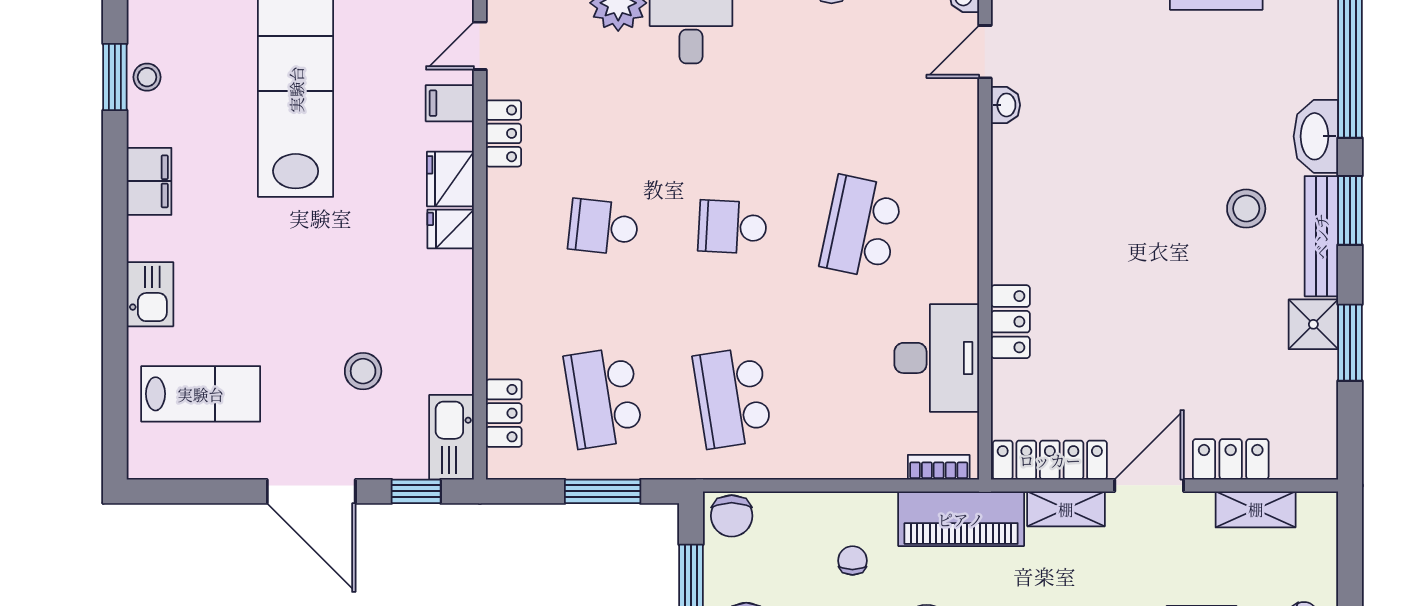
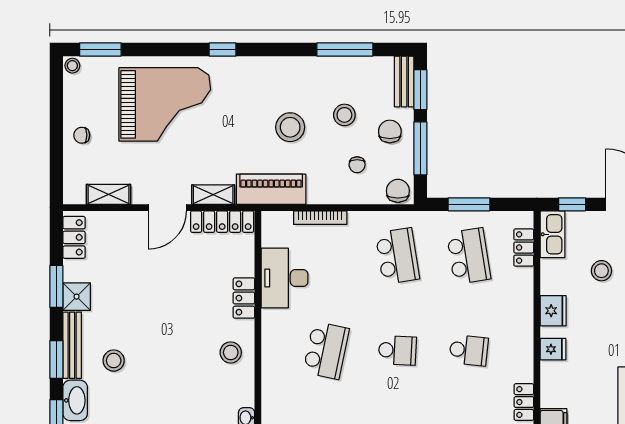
fridge: (450, 179) -> (553, 311), moved
stool: (1034, 223) -> (231, 352), added
locker: (1231, 459) -> (74, 237), moved, turned -90
bookcase: (939, 467) -> (320, 218), moved, width x1.56
chair: (852, 561) -> (357, 165), moved

